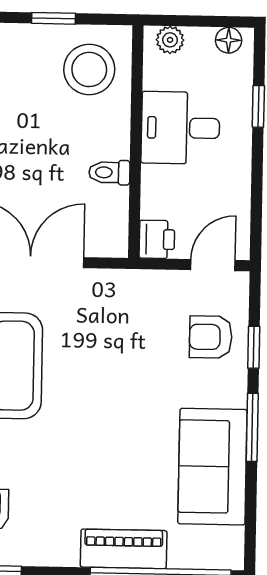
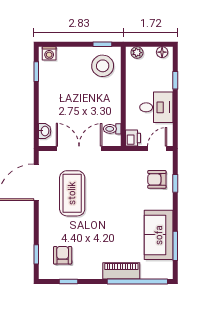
window: (54, 18) -> (102, 44), moved
desk: (180, 128) -> (156, 107), moved, turned 180
toilet: (109, 172) -> (112, 129), moved
window: (252, 427) -> (175, 246), moved

